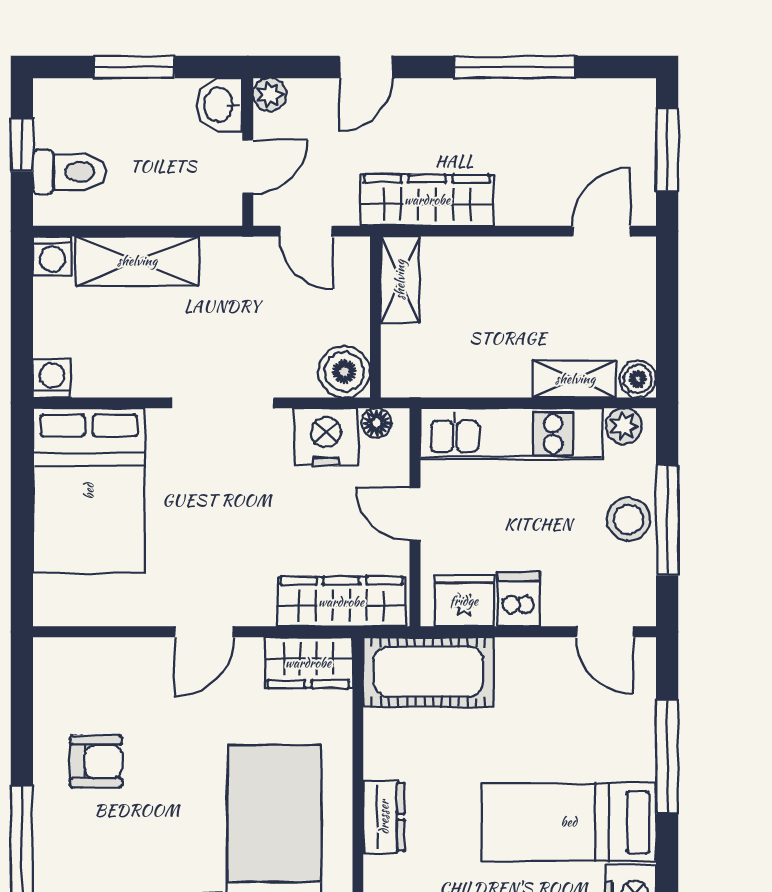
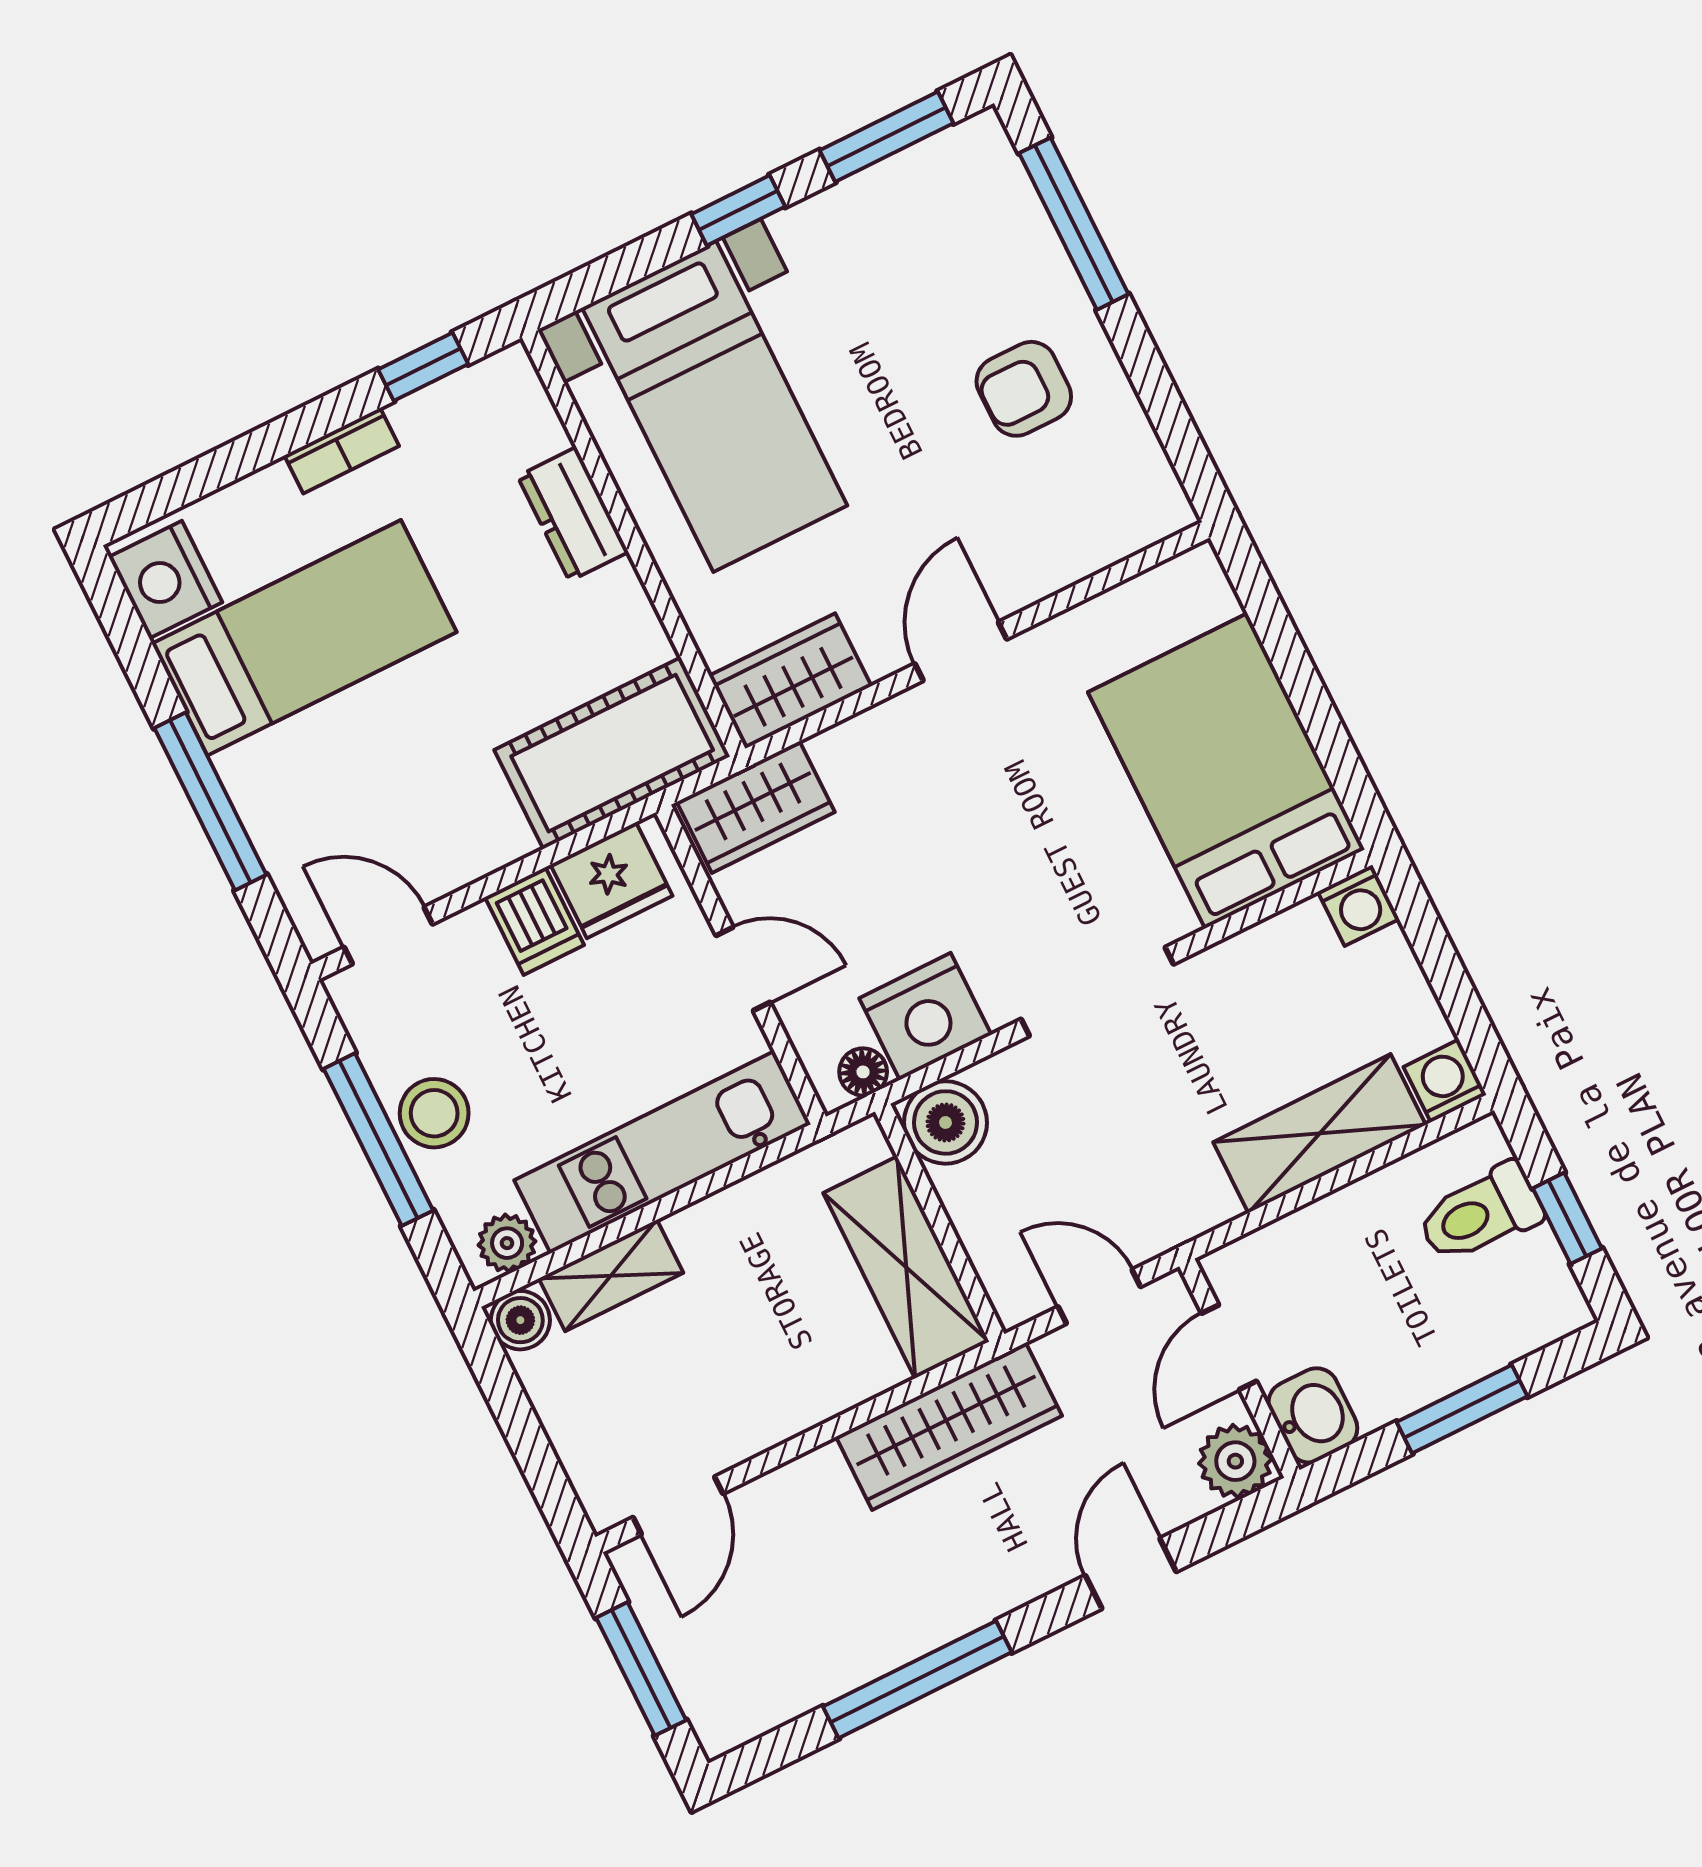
plant: (270, 95) -> (1235, 1461), width x1.38, depth x1.38
shelving: (400, 280) -> (906, 1267), width x1.50, depth x1.33
wardrobe: (341, 602) -> (756, 807), width x0.67

